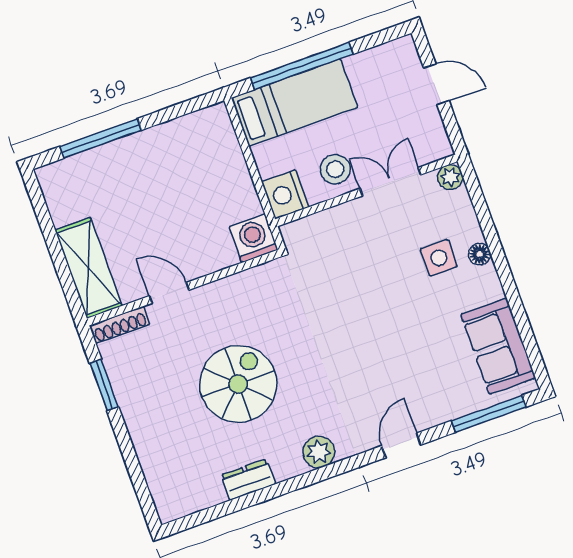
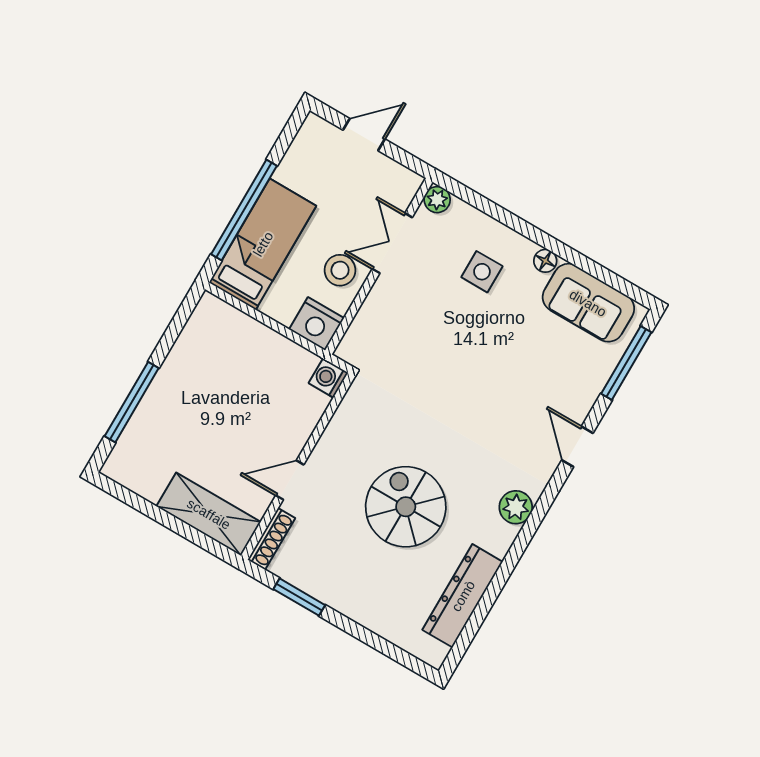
washing machine: (254, 238) -> (328, 378), width x0.73, depth x0.73
floor lamp: (480, 254) -> (545, 261), moved
dresser: (248, 480) -> (463, 596), width x1.96, depth x1.24

